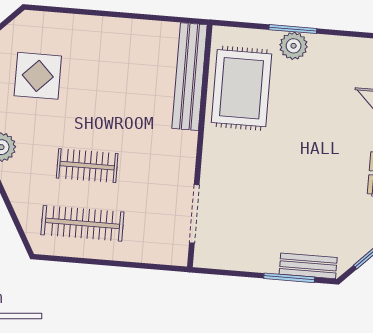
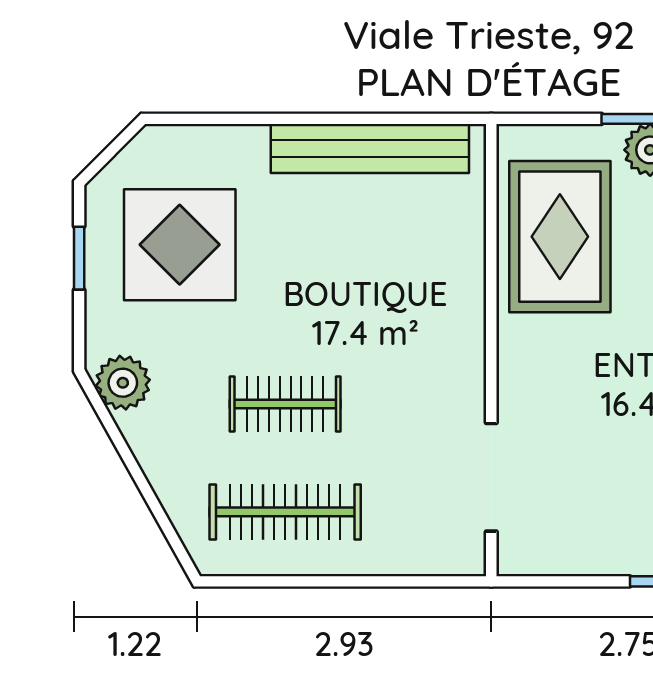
display table: (38, 76) -> (180, 245), width x1.36, depth x1.36
bench: (190, 77) -> (370, 149), moved, turned 90

